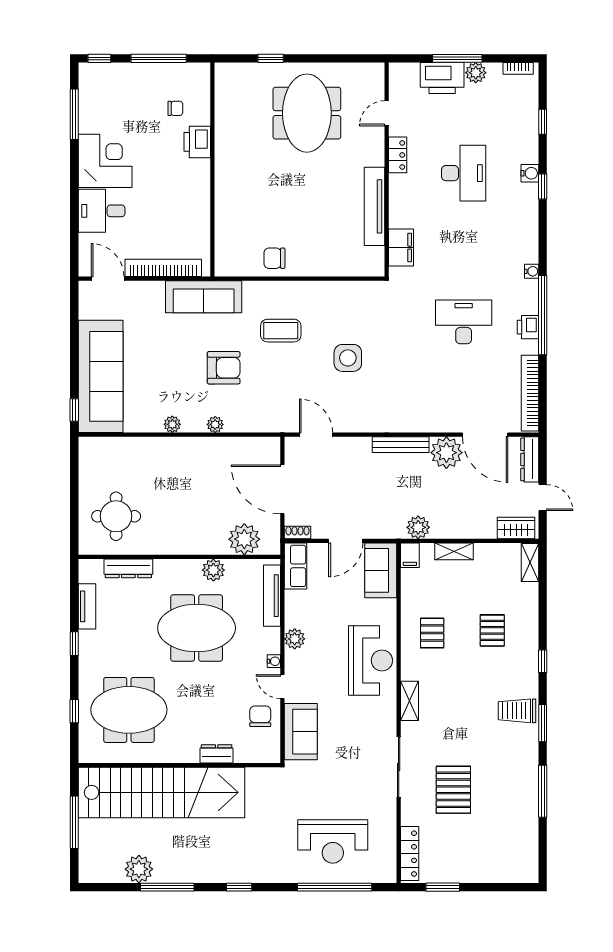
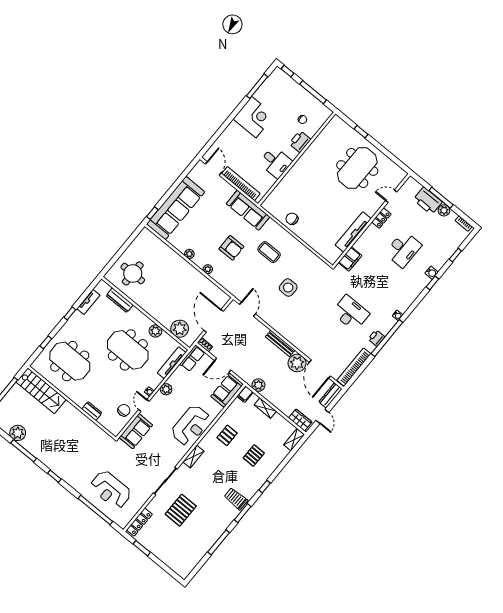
desk: (102, 211) -> (276, 162), moved, turned 180
stairs: (161, 792) -> (41, 391), width x0.54, depth x0.66

